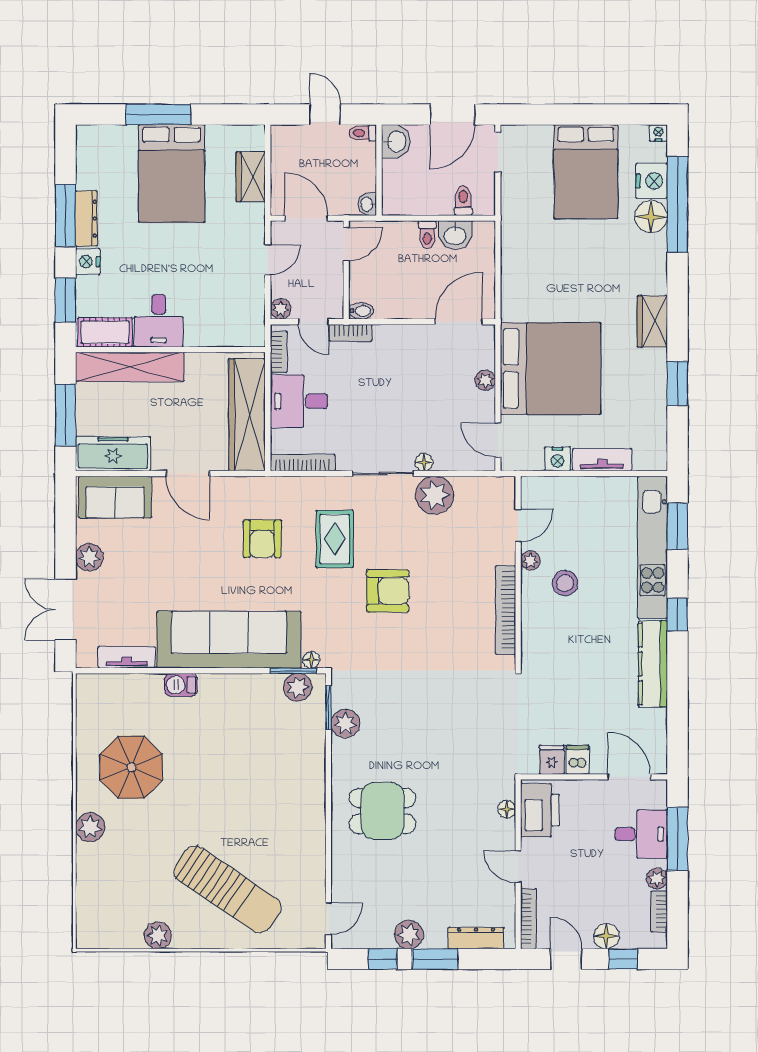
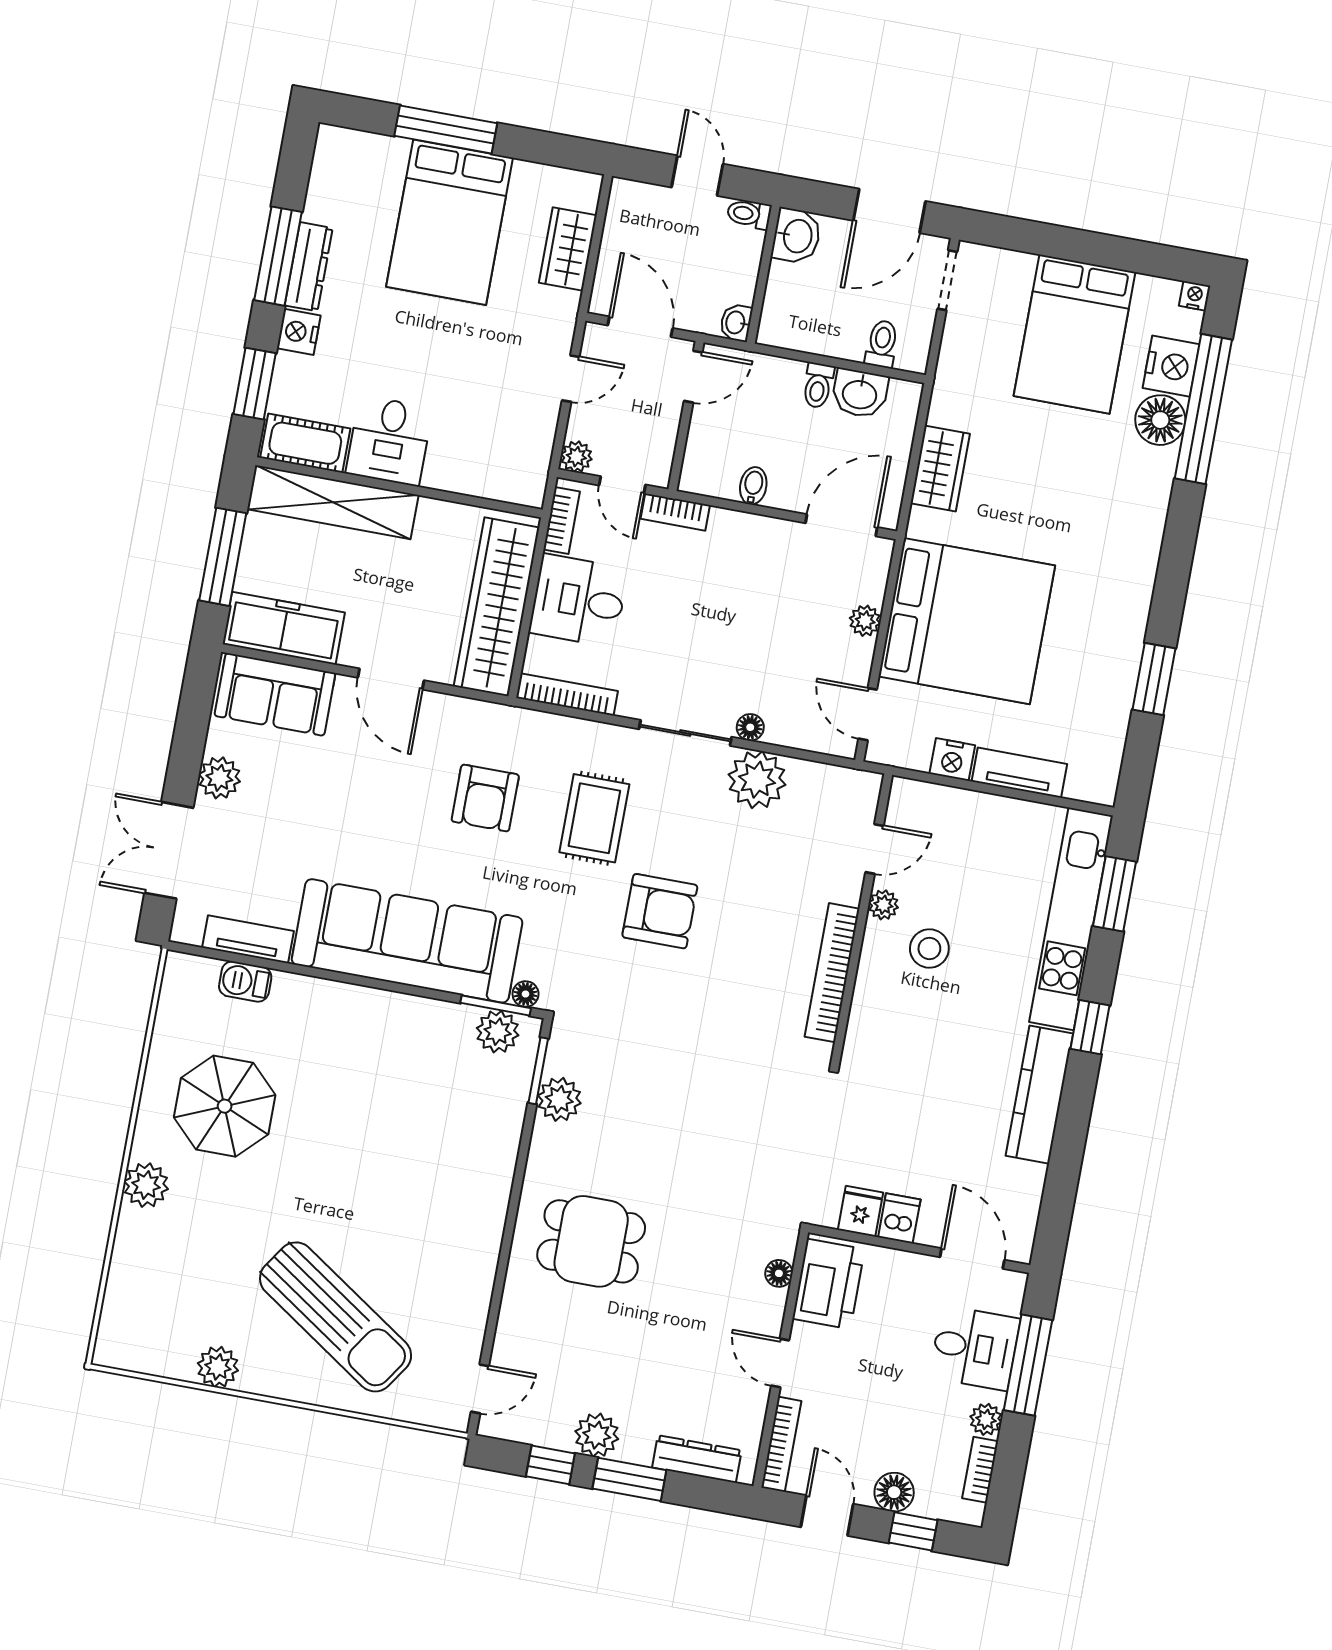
bidet: (361, 311) -> (753, 486), moved, turned -90
wardrobe: (652, 321) -> (940, 469), moved, turned 180
barbecue: (181, 685) -> (245, 982), moved

